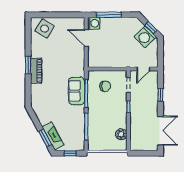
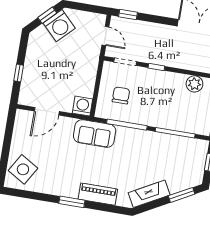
window: (109, 15) -> (19, 73), width x0.46
washing machine: (94, 23) -> (82, 106), moved
piano: (36, 71) -> (98, 194), moved
sofa: (77, 91) -> (95, 133), moved
window: (160, 95) -> (128, 14), moved
fireplace: (53, 136) -> (149, 194), moved

